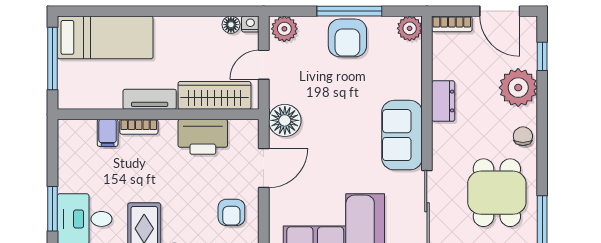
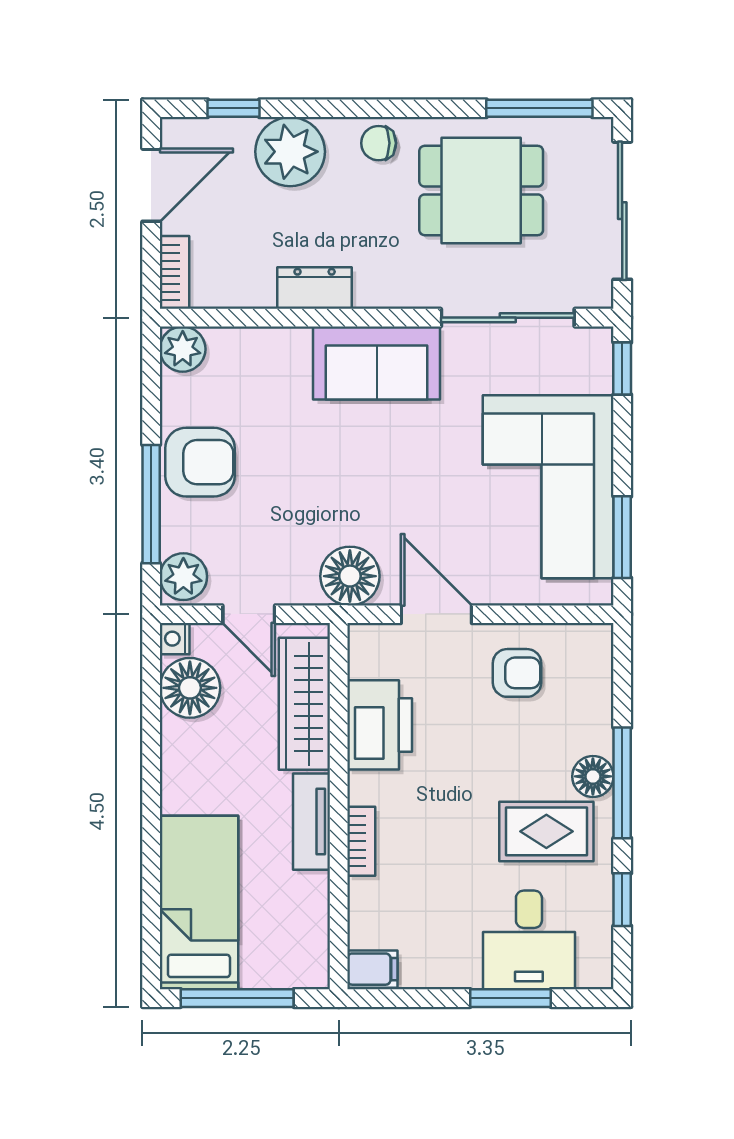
window: (349, 11) -> (151, 504), moved
floor lamp: (231, 25) -> (190, 688), width x1.89, depth x1.89
filing cabinet: (108, 133) -> (372, 969), moved

